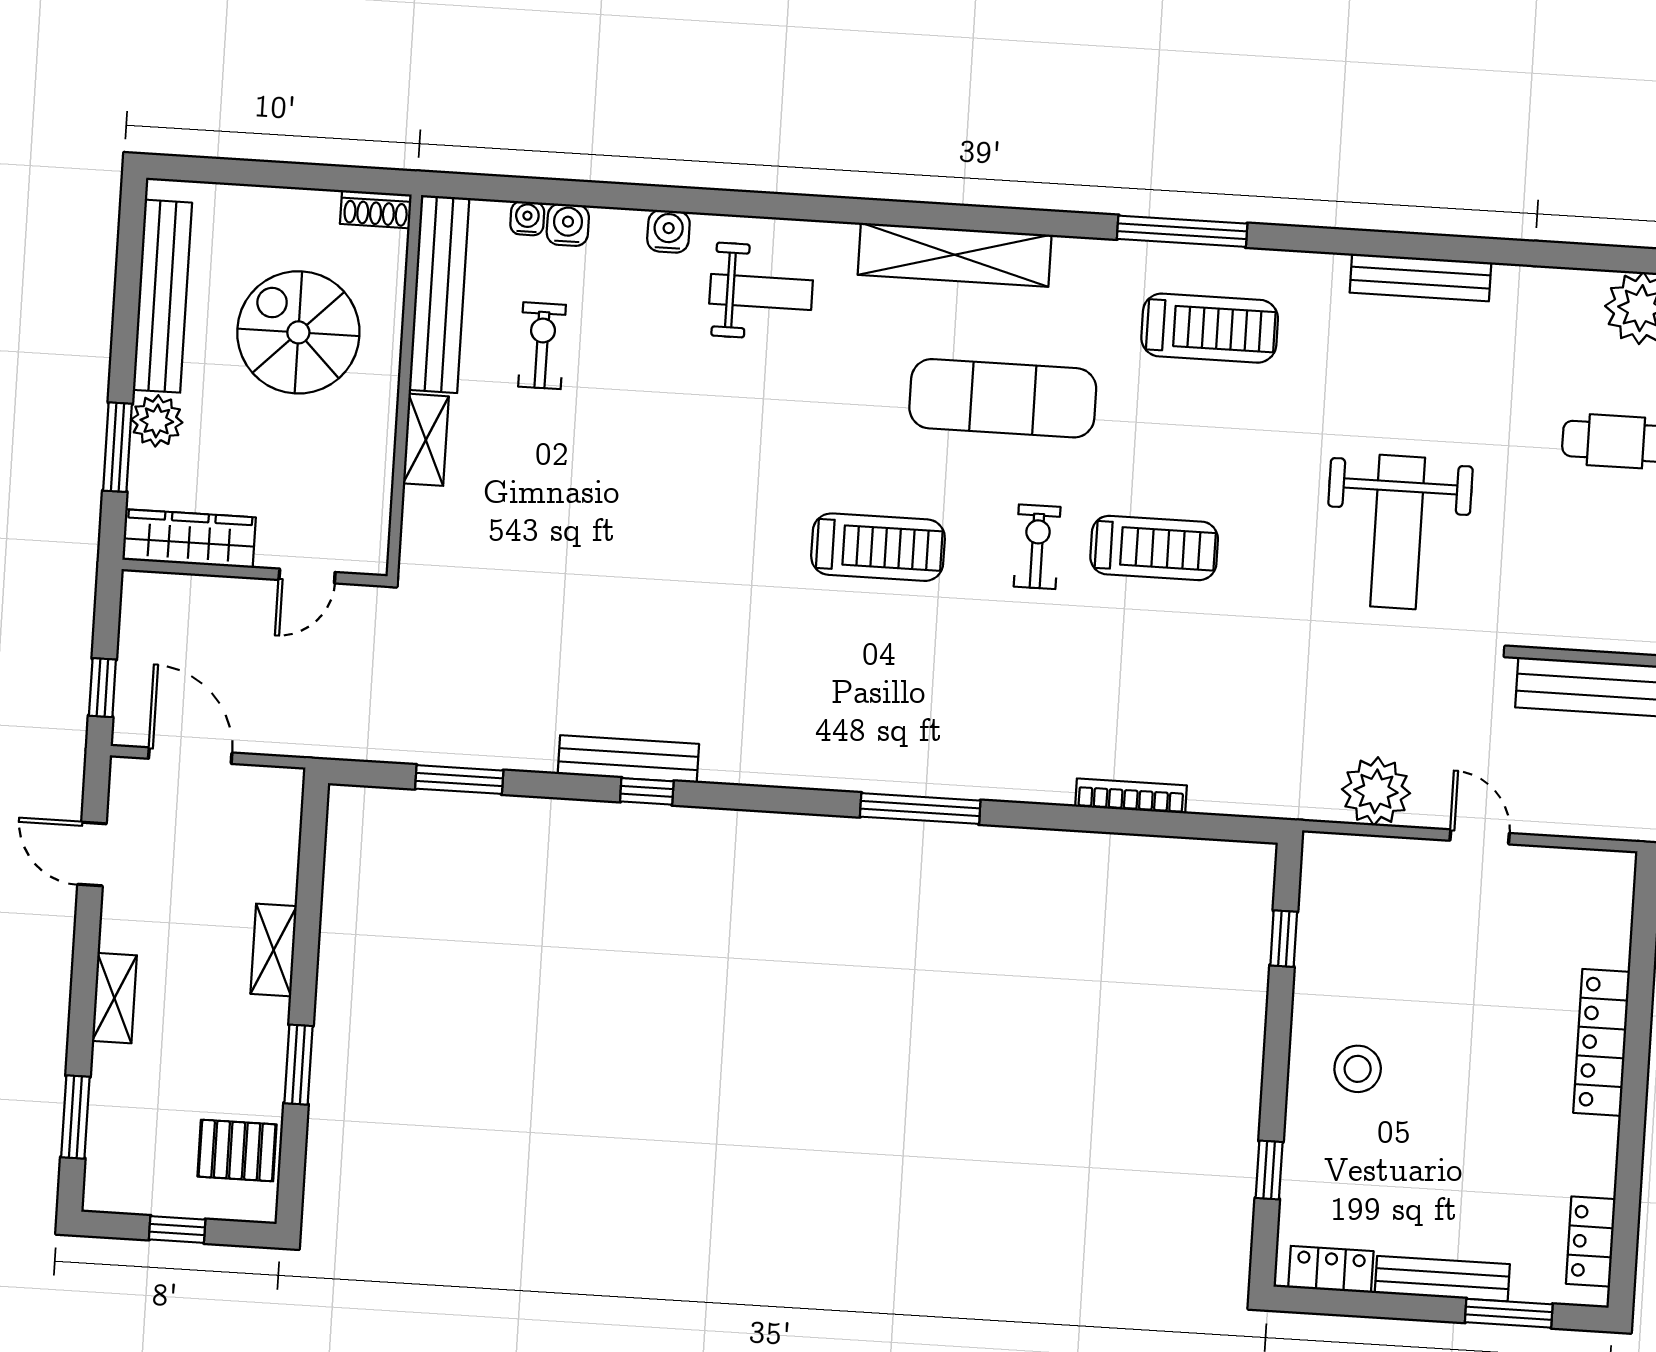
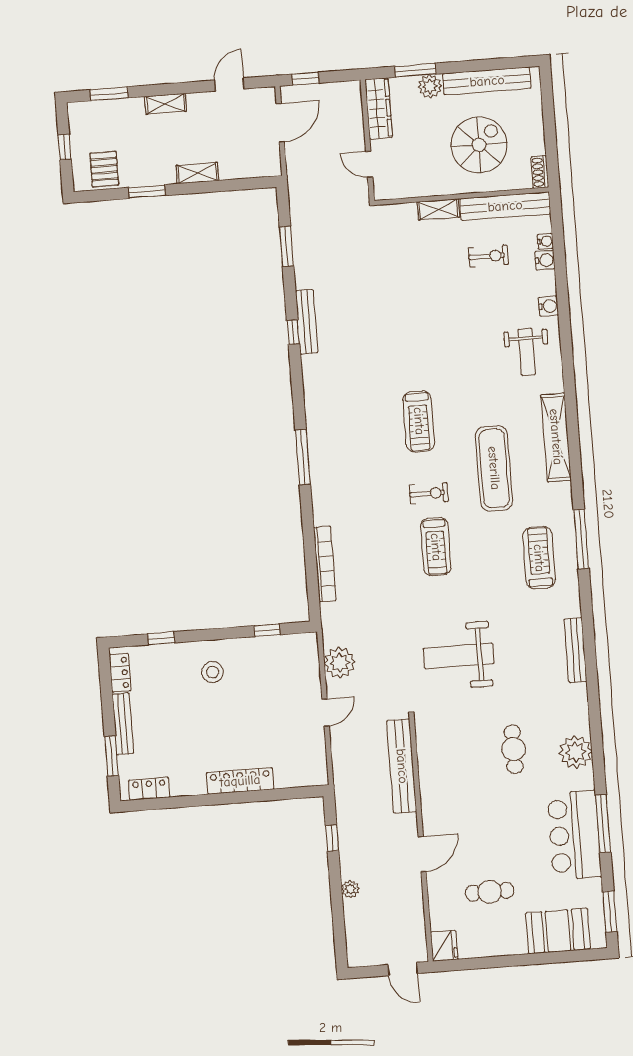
treadmill: (1210, 328) -> (539, 558), turned 180
bookcase: (1131, 796) -> (325, 564), width x1.48, depth x1.31

